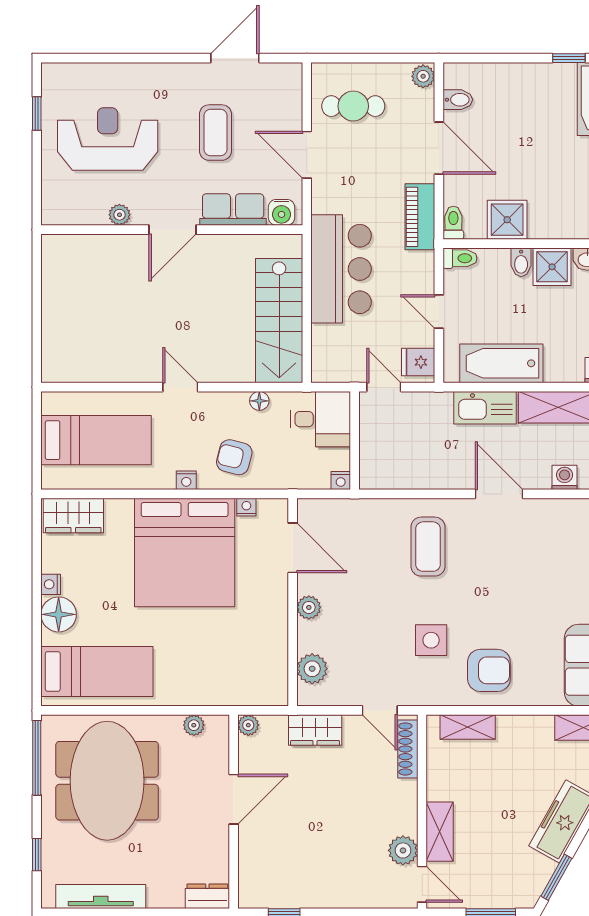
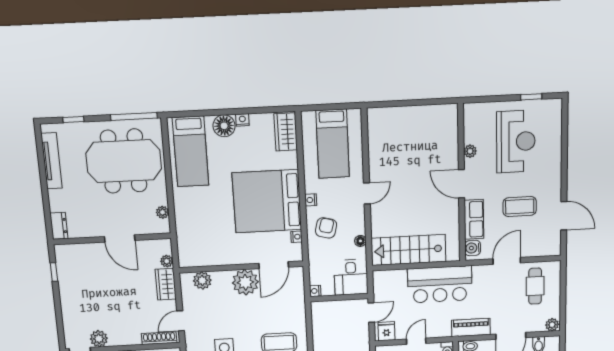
plant: (309, 607) -> (245, 282), width x1.88, depth x1.88
plant: (248, 725) -> (167, 261), moved

